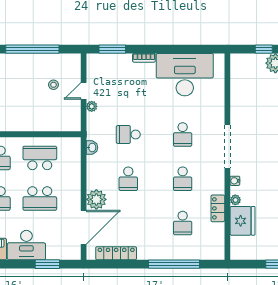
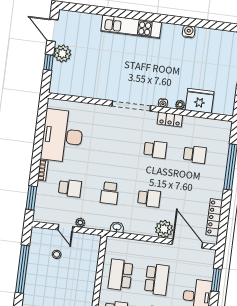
school desk: (183, 134) -> (70, 188), moved
locker: (218, 208) -> (170, 119), moved

